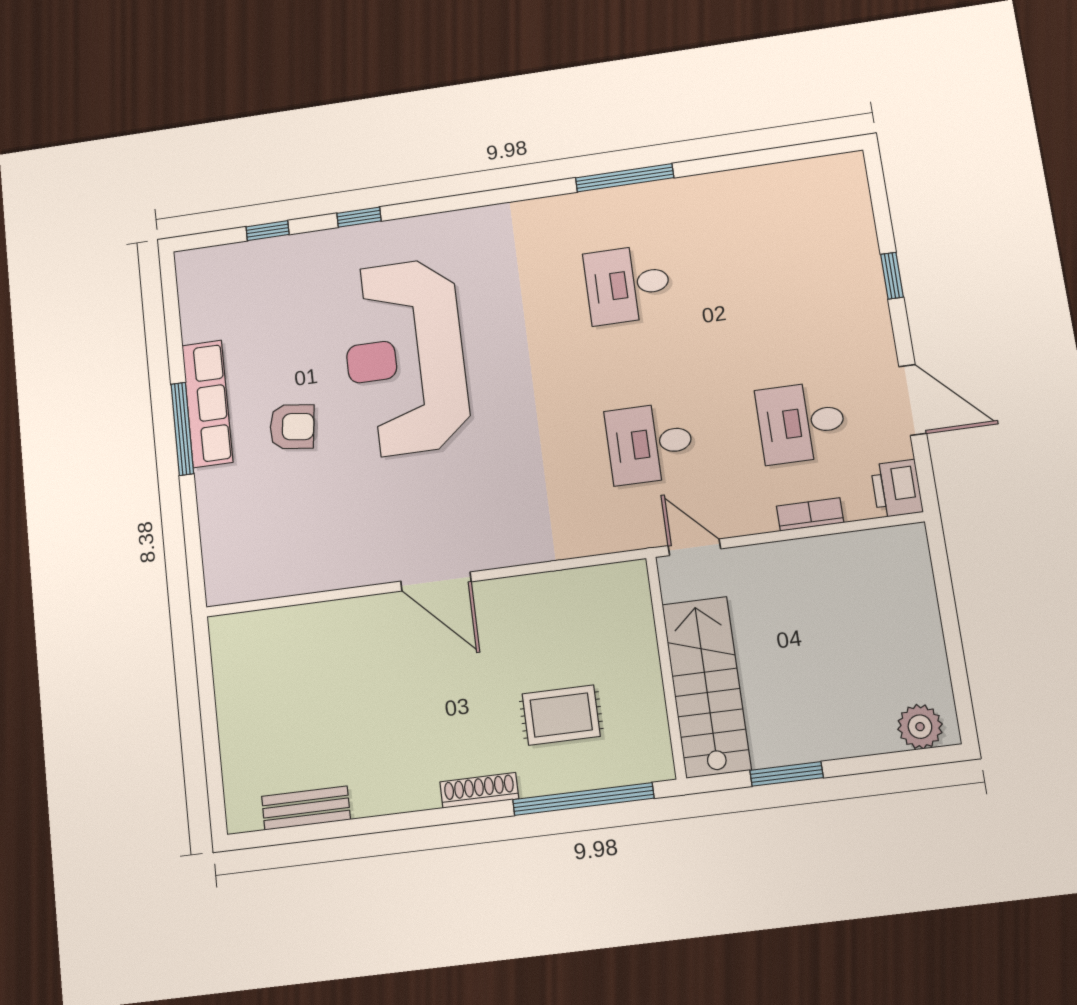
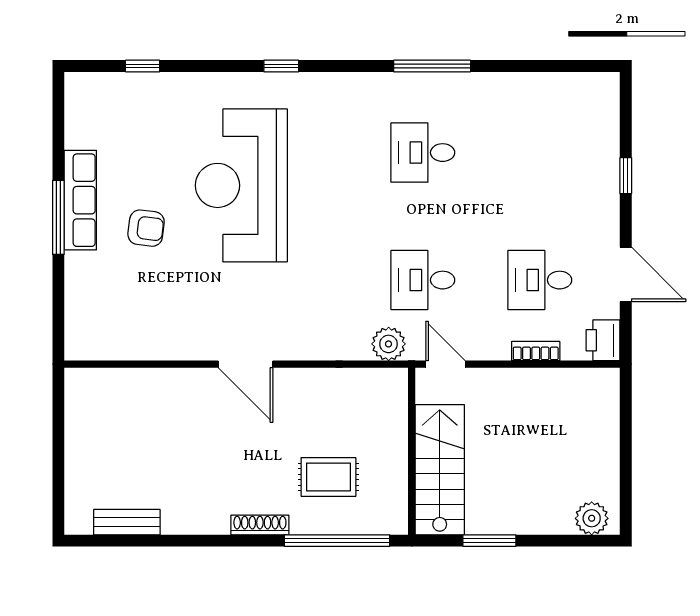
window: (359, 217) -> (281, 66), moved
plant: (617, 531) -> (389, 344), added

